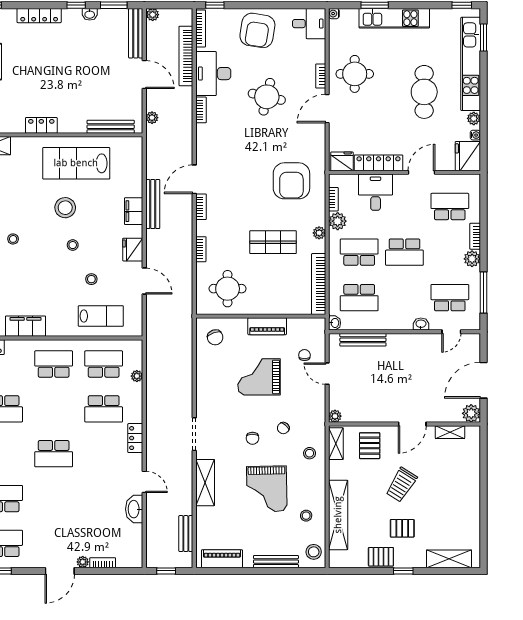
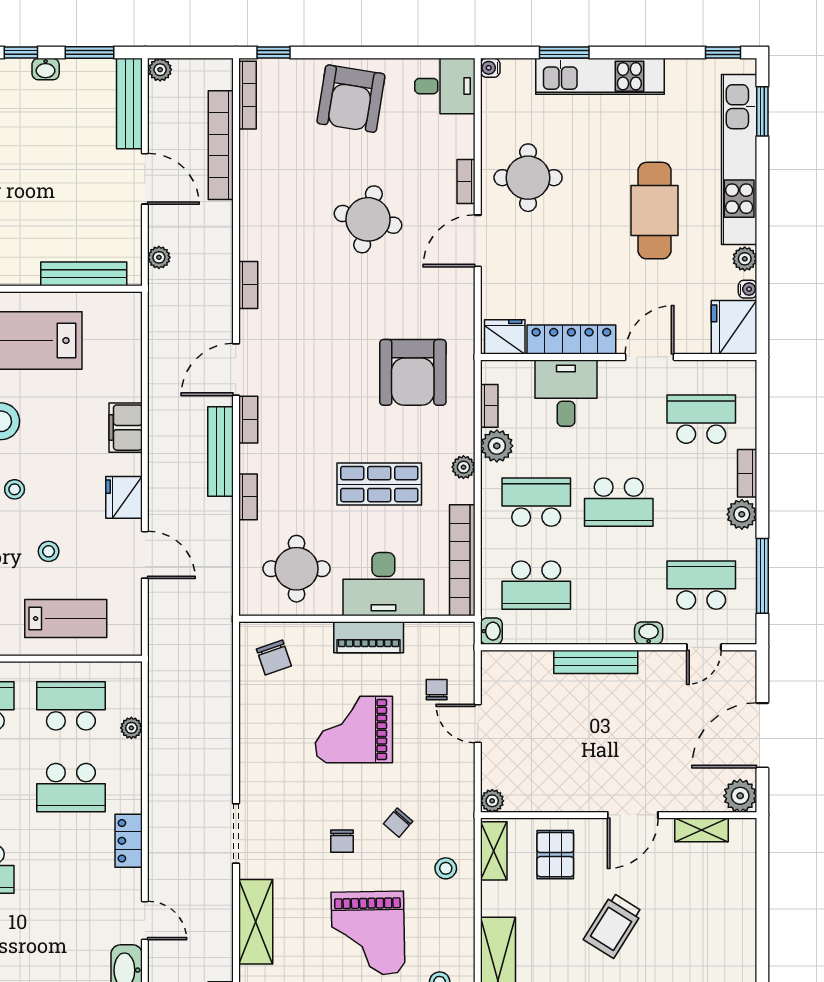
desk: (213, 74) -> (383, 584), moved, turned -90
bookcase: (201, 110) -> (248, 285), moved
bench: (153, 204) -> (221, 451), moved
bench: (363, 340) -> (596, 662), moved

